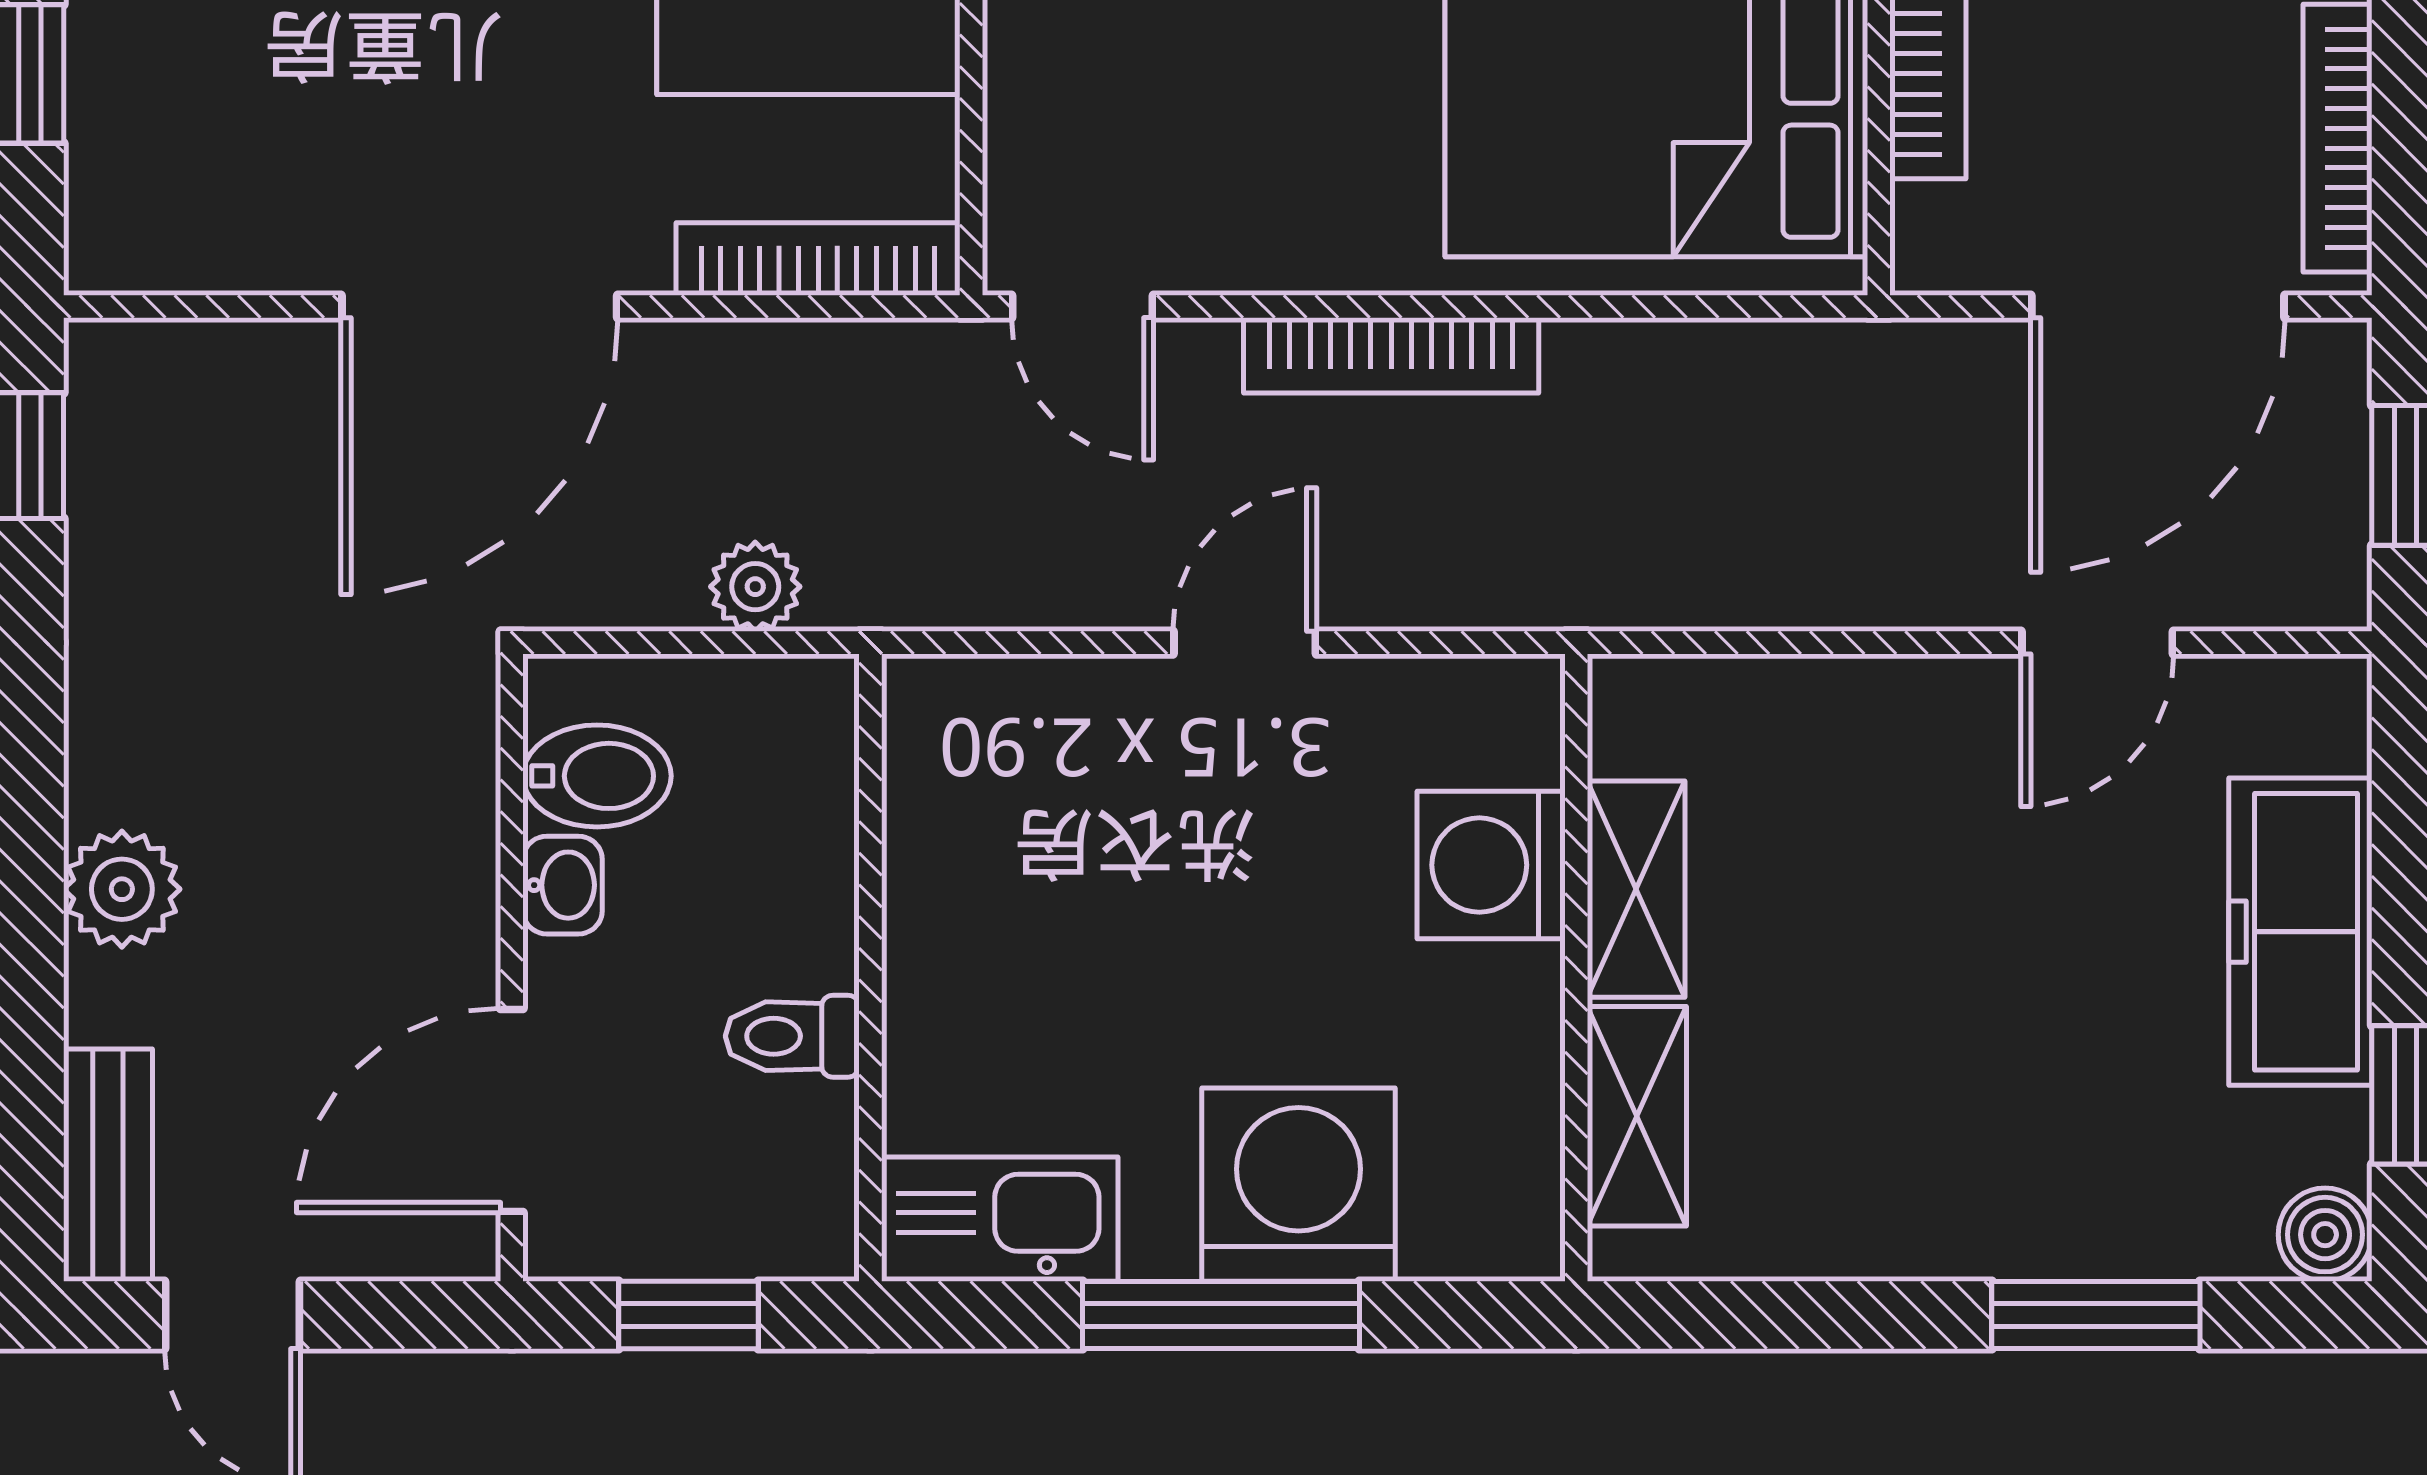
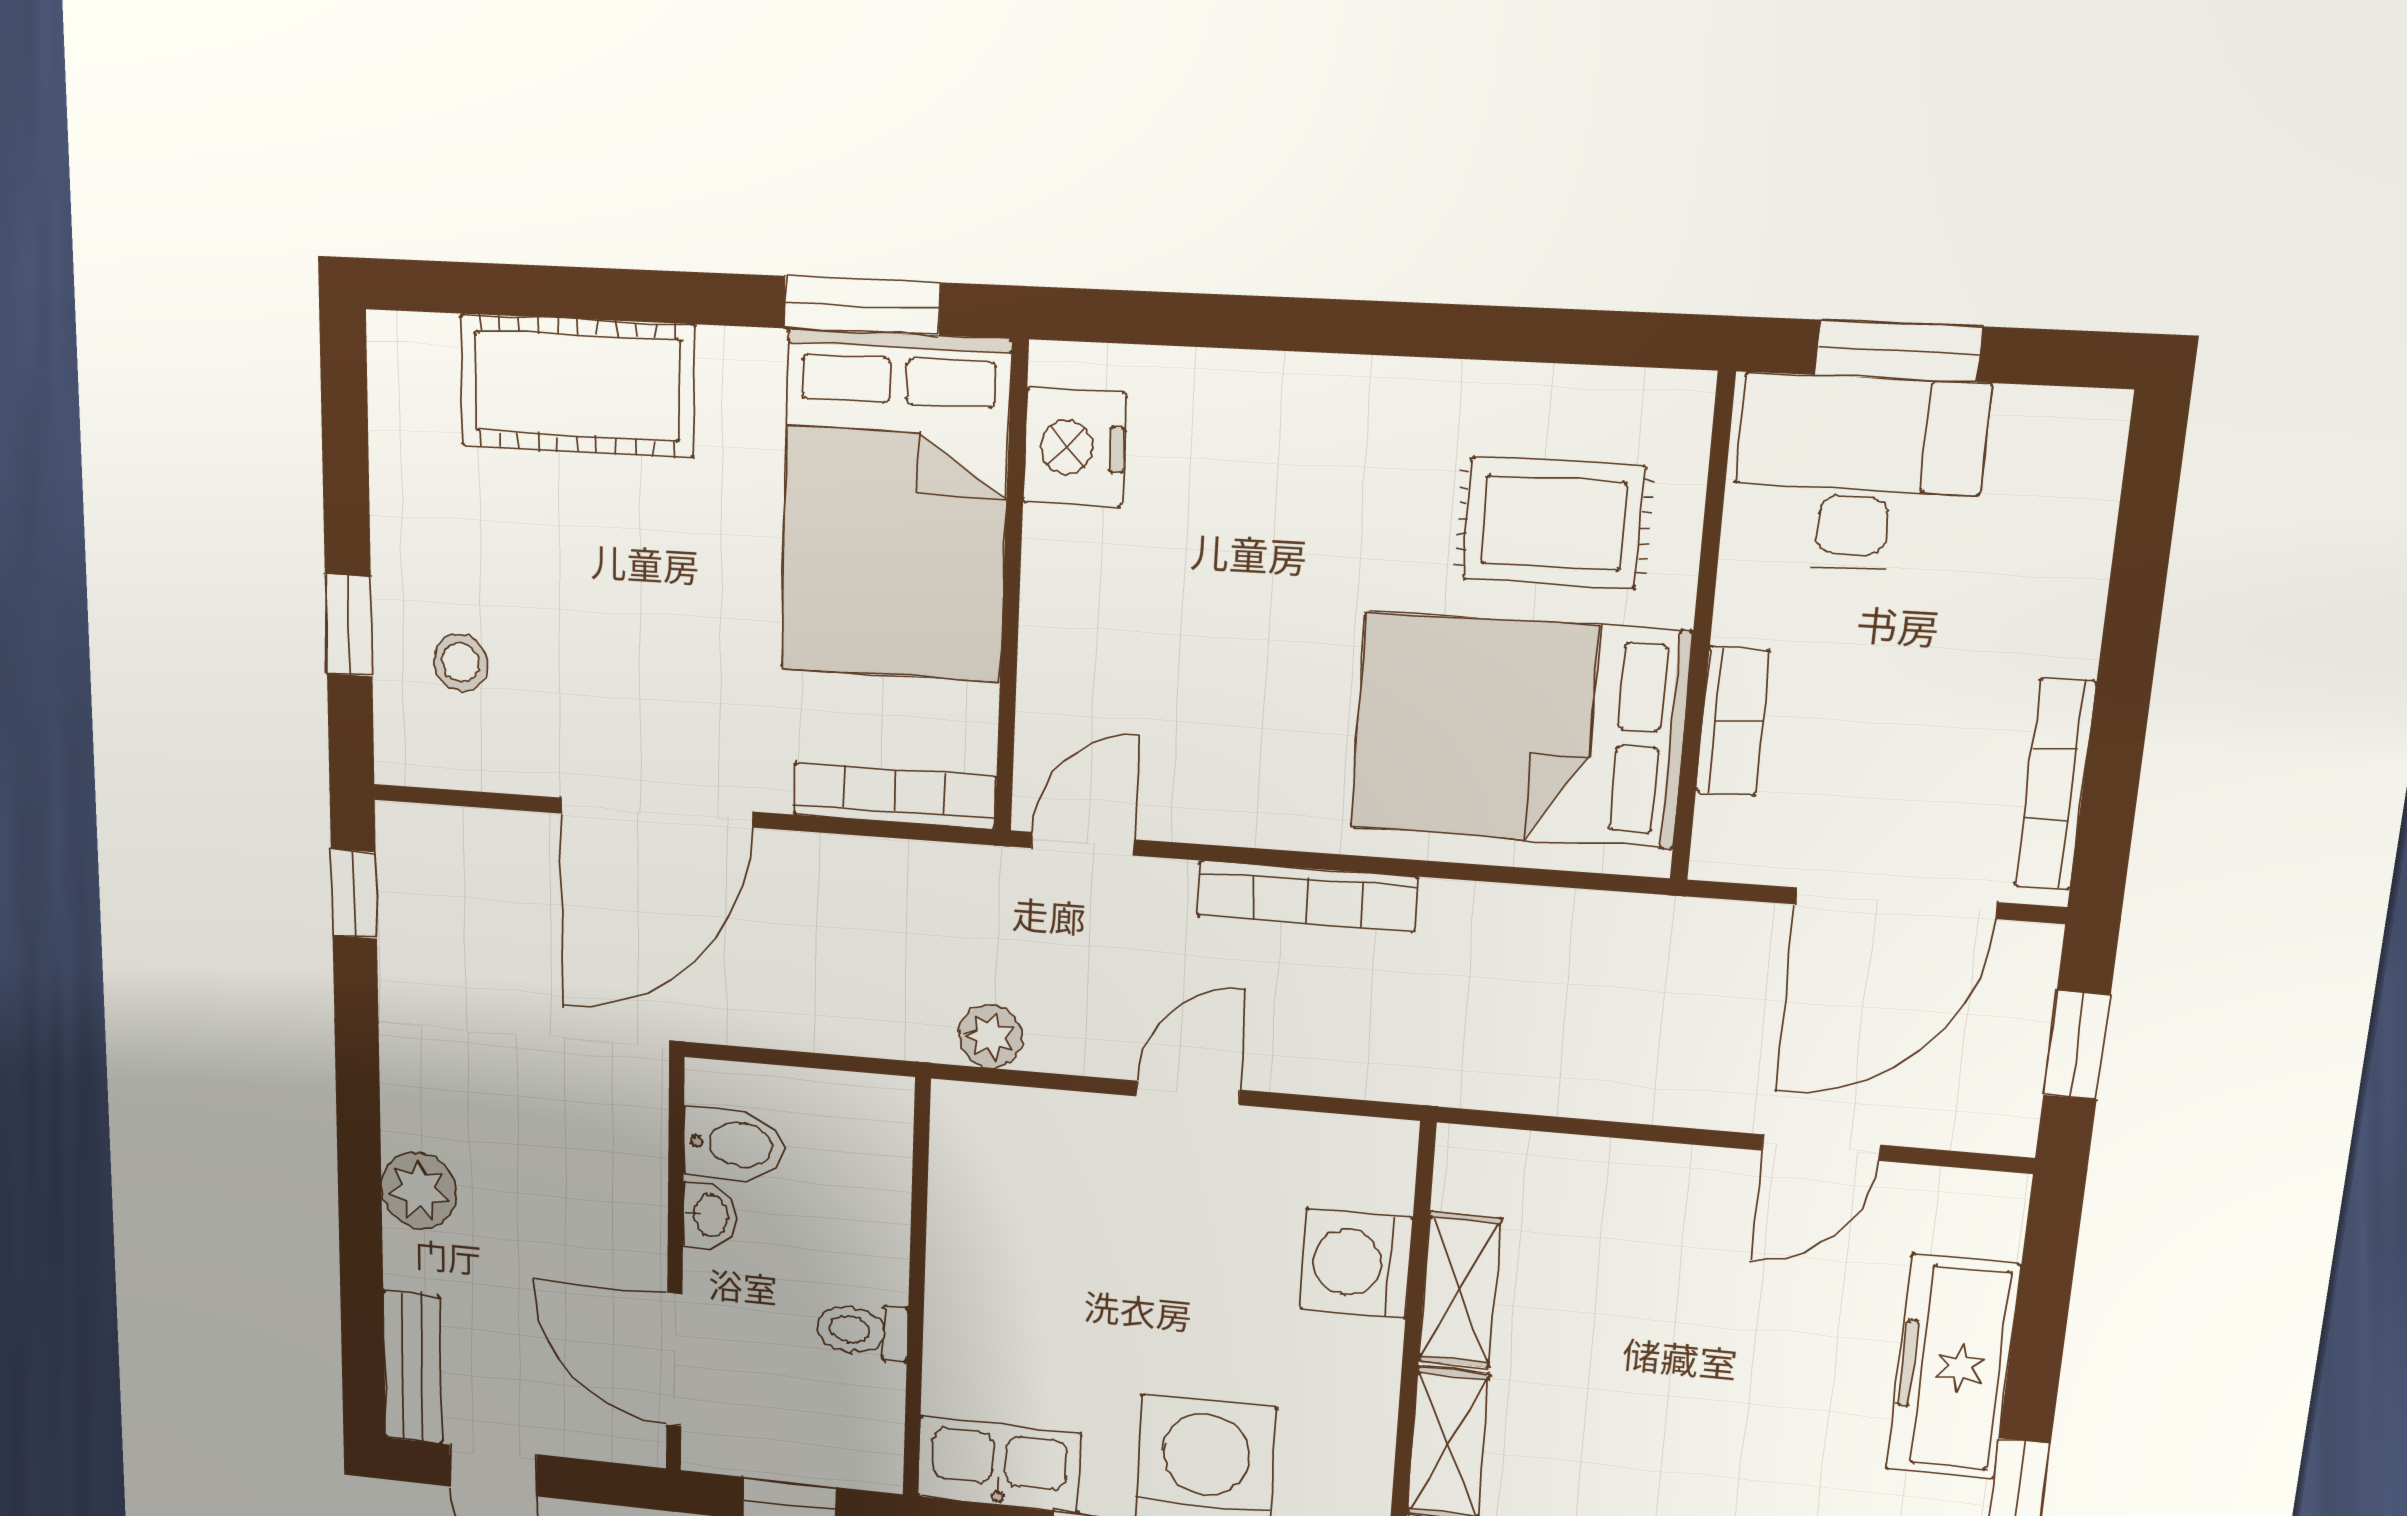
stool: (194, 116) -> (461, 663), added
door: (1083, 307) -> (1083, 844), swing flipped
plant: (755, 587) -> (990, 1037), moved
door: (512, 1110) -> (674, 1360), hinge flipped

